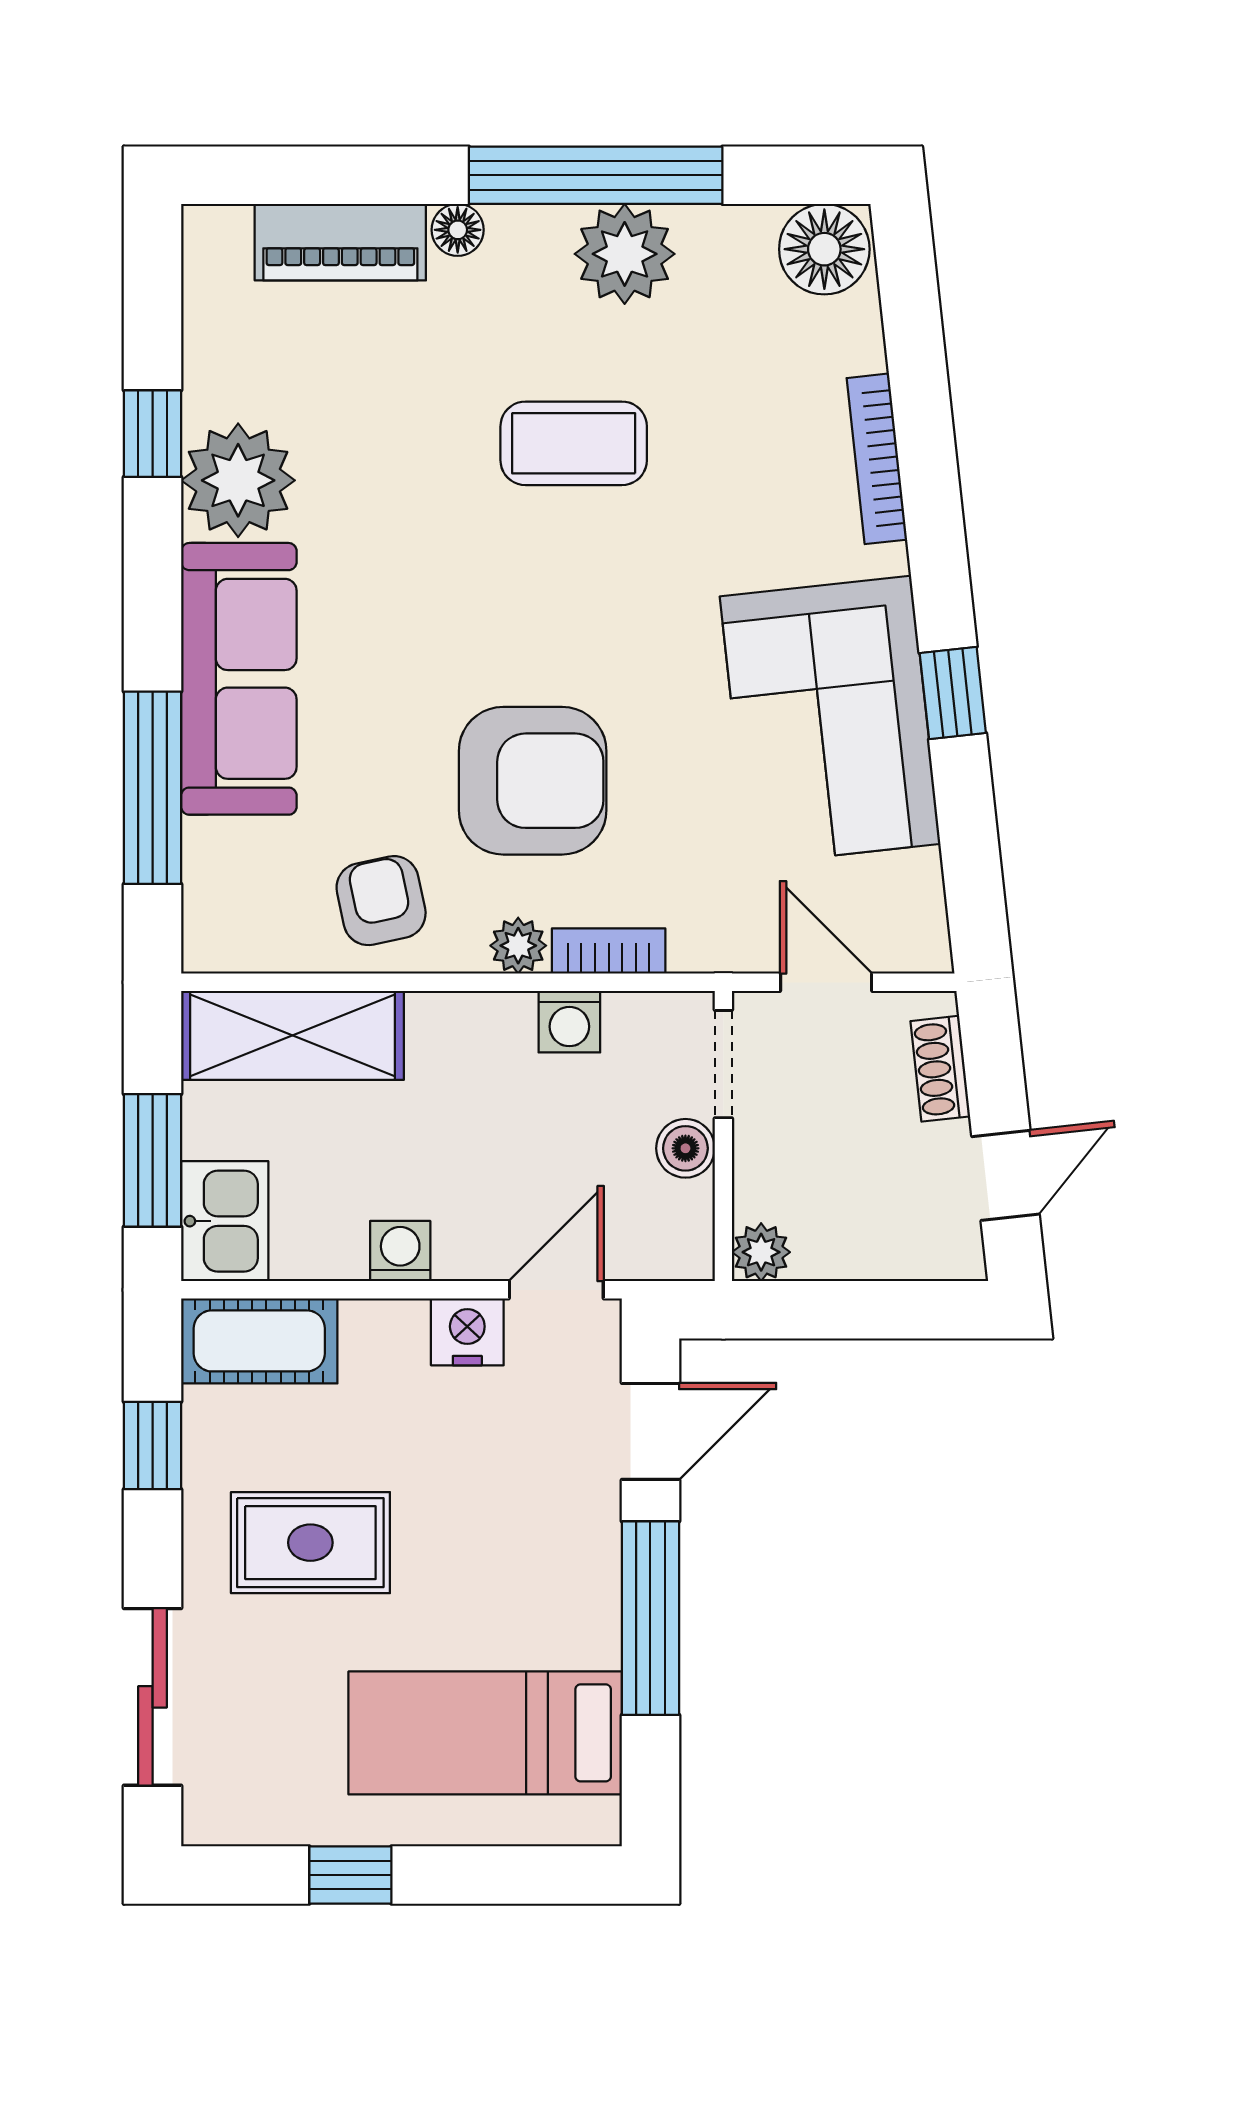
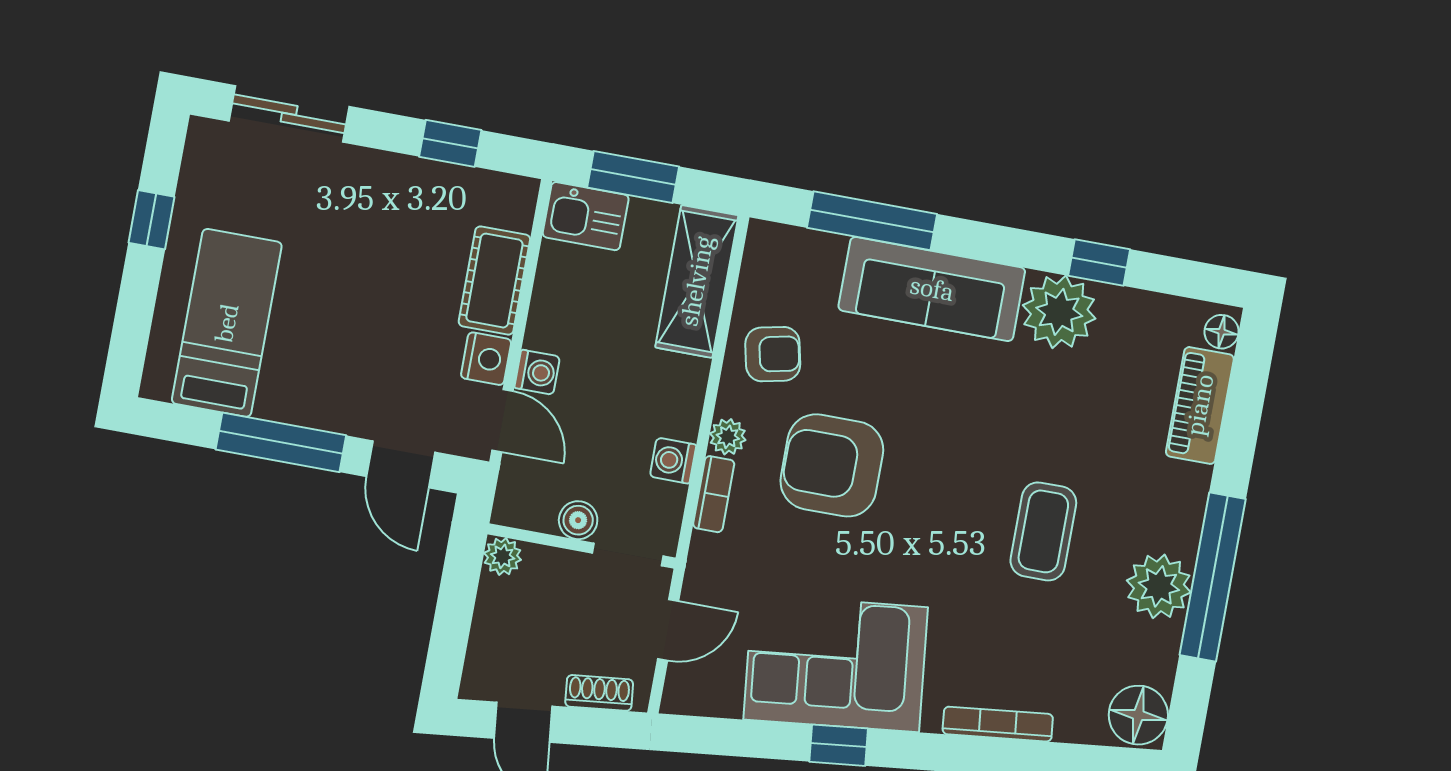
floor lamp: (458, 230) -> (1222, 332), moved
armchair: (533, 781) -> (832, 465), turned 90
washing machine: (400, 1251) -> (537, 372), moved
cot: (259, 1341) -> (494, 281), moved
rug: (310, 1543) -> (369, 233), removed

